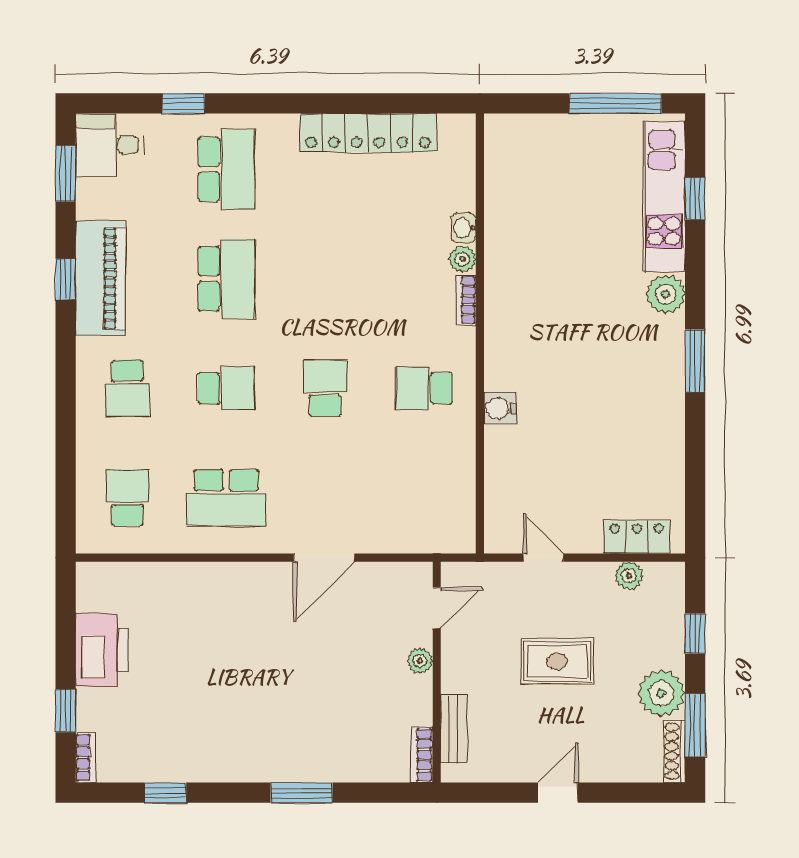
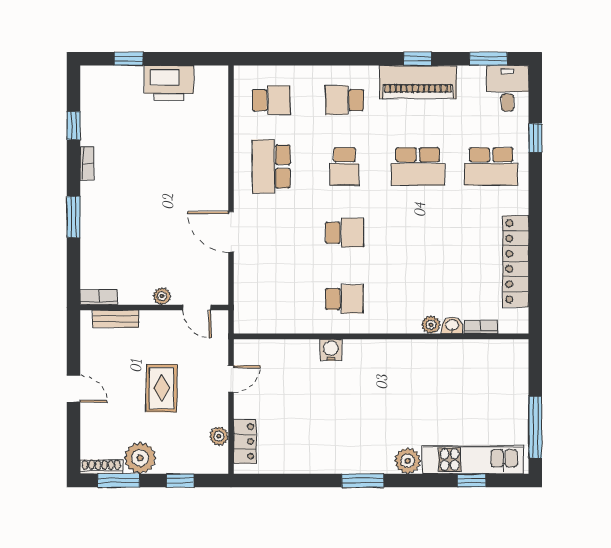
bookcase: (466, 300) -> (481, 327), moved
school desk: (424, 388) -> (344, 299), turned 90
bookcase: (85, 758) -> (87, 164), moved, turned -90

